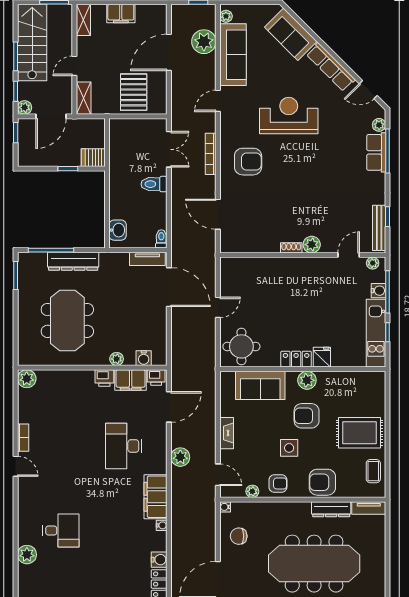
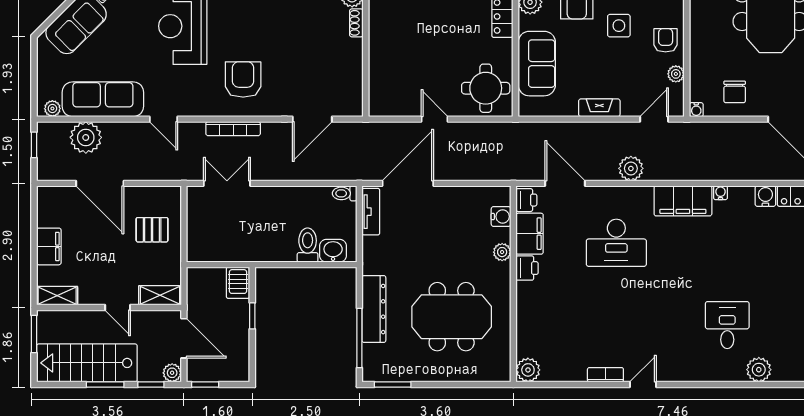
pallet: (134, 92) -> (152, 230), width x0.67, depth x0.71
toilet: (154, 184) -> (308, 245), moved, turned 180

